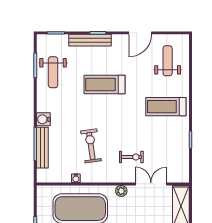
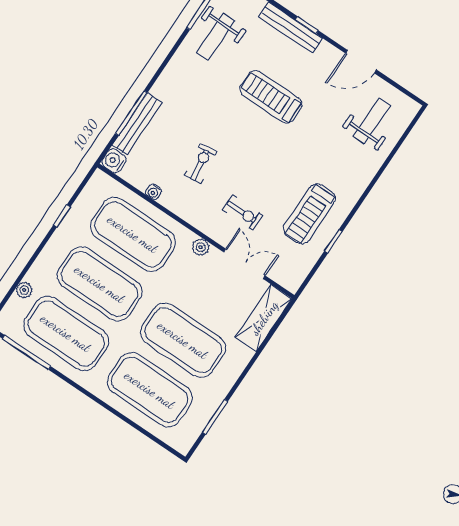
treadmill: (166, 107) -> (309, 214), moved, turned -90
water cooler: (43, 119) -> (114, 161), moved
exercise bike: (91, 146) -> (201, 163), width x0.73, depth x0.72

